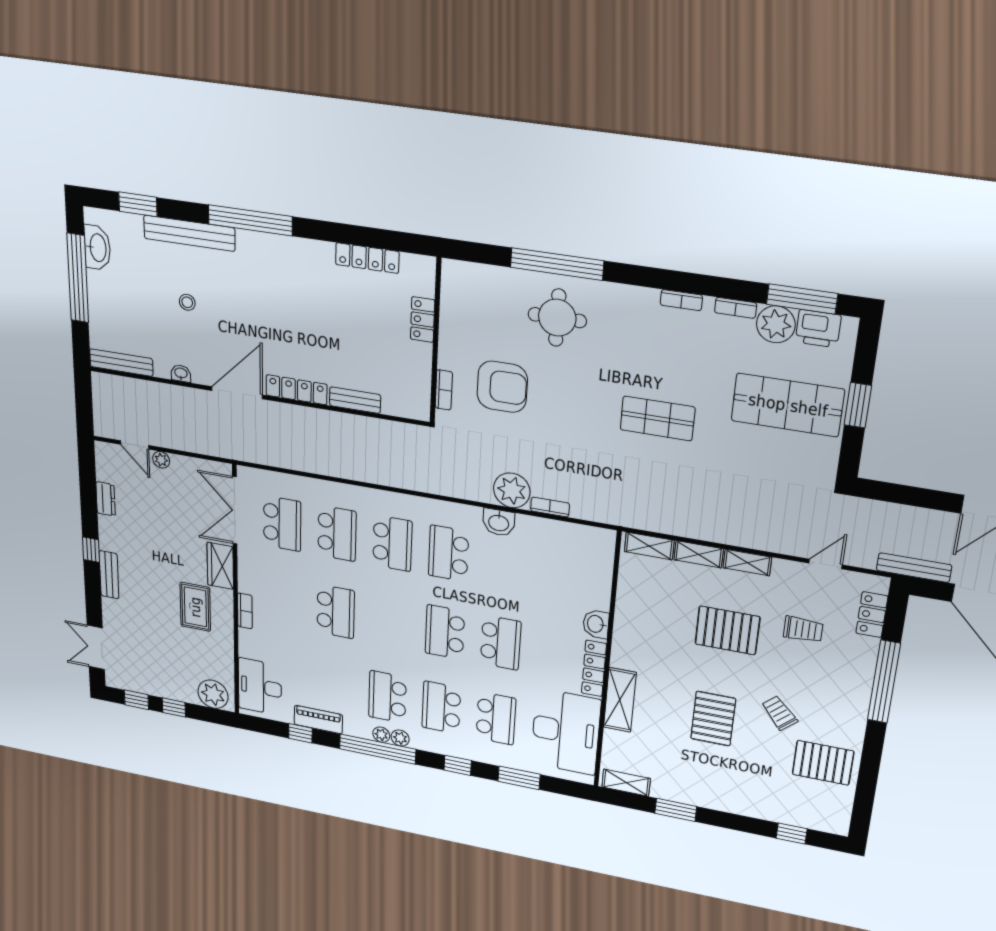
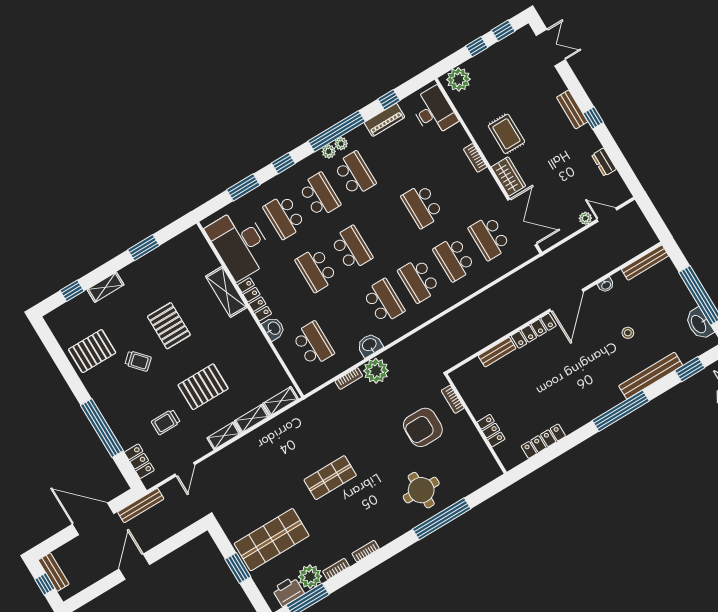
school desk: (563, 574) -> (313, 344), added
shelving: (626, 783) -> (106, 287), moved

